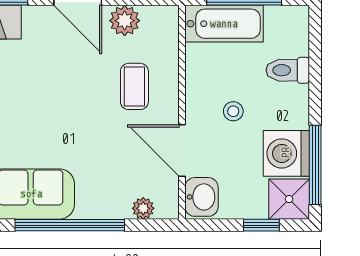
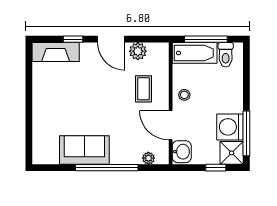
toilet: (288, 70) -> (226, 55), moved, turned -90
stool: (233, 111) -> (184, 95), moved

